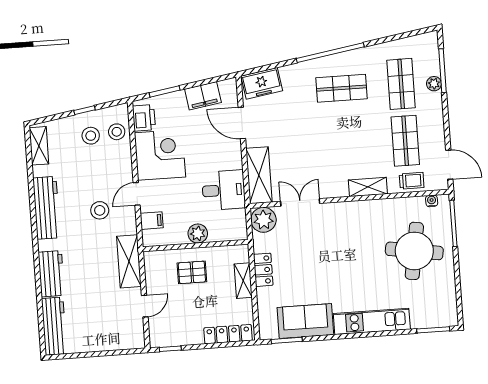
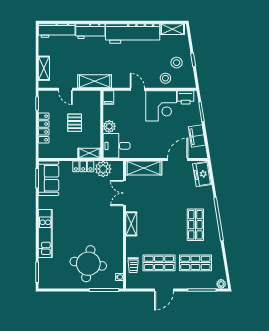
plant: (434, 84) -> (221, 284), moved
stool: (117, 132) -> (165, 78), moved
door: (449, 165) -> (164, 290), moved
shelving: (368, 187) -> (131, 224), moved
desk: (224, 190) -> (116, 146), moved, turned 90
double door: (300, 202) -> (124, 193), swing flipped
workbench: (46, 208) -> (133, 33), width x1.36, depth x1.32
stool: (100, 210) -> (129, 65), removed
plant: (263, 220) -> (103, 169), moved
filing cabinet: (152, 221) -> (108, 98), moved
pallet: (192, 272) -> (75, 123), moved
shelving: (243, 281) -> (89, 153), moved
sofa: (305, 321) -> (49, 178), moved
locker: (228, 334) -> (44, 128), moved
shelving: (114, 342) -> (44, 68), added

